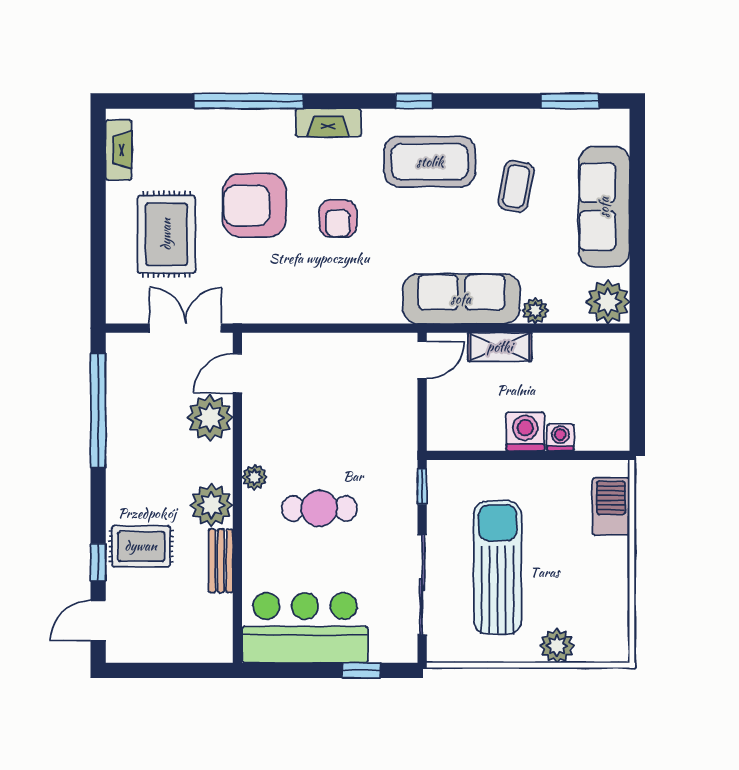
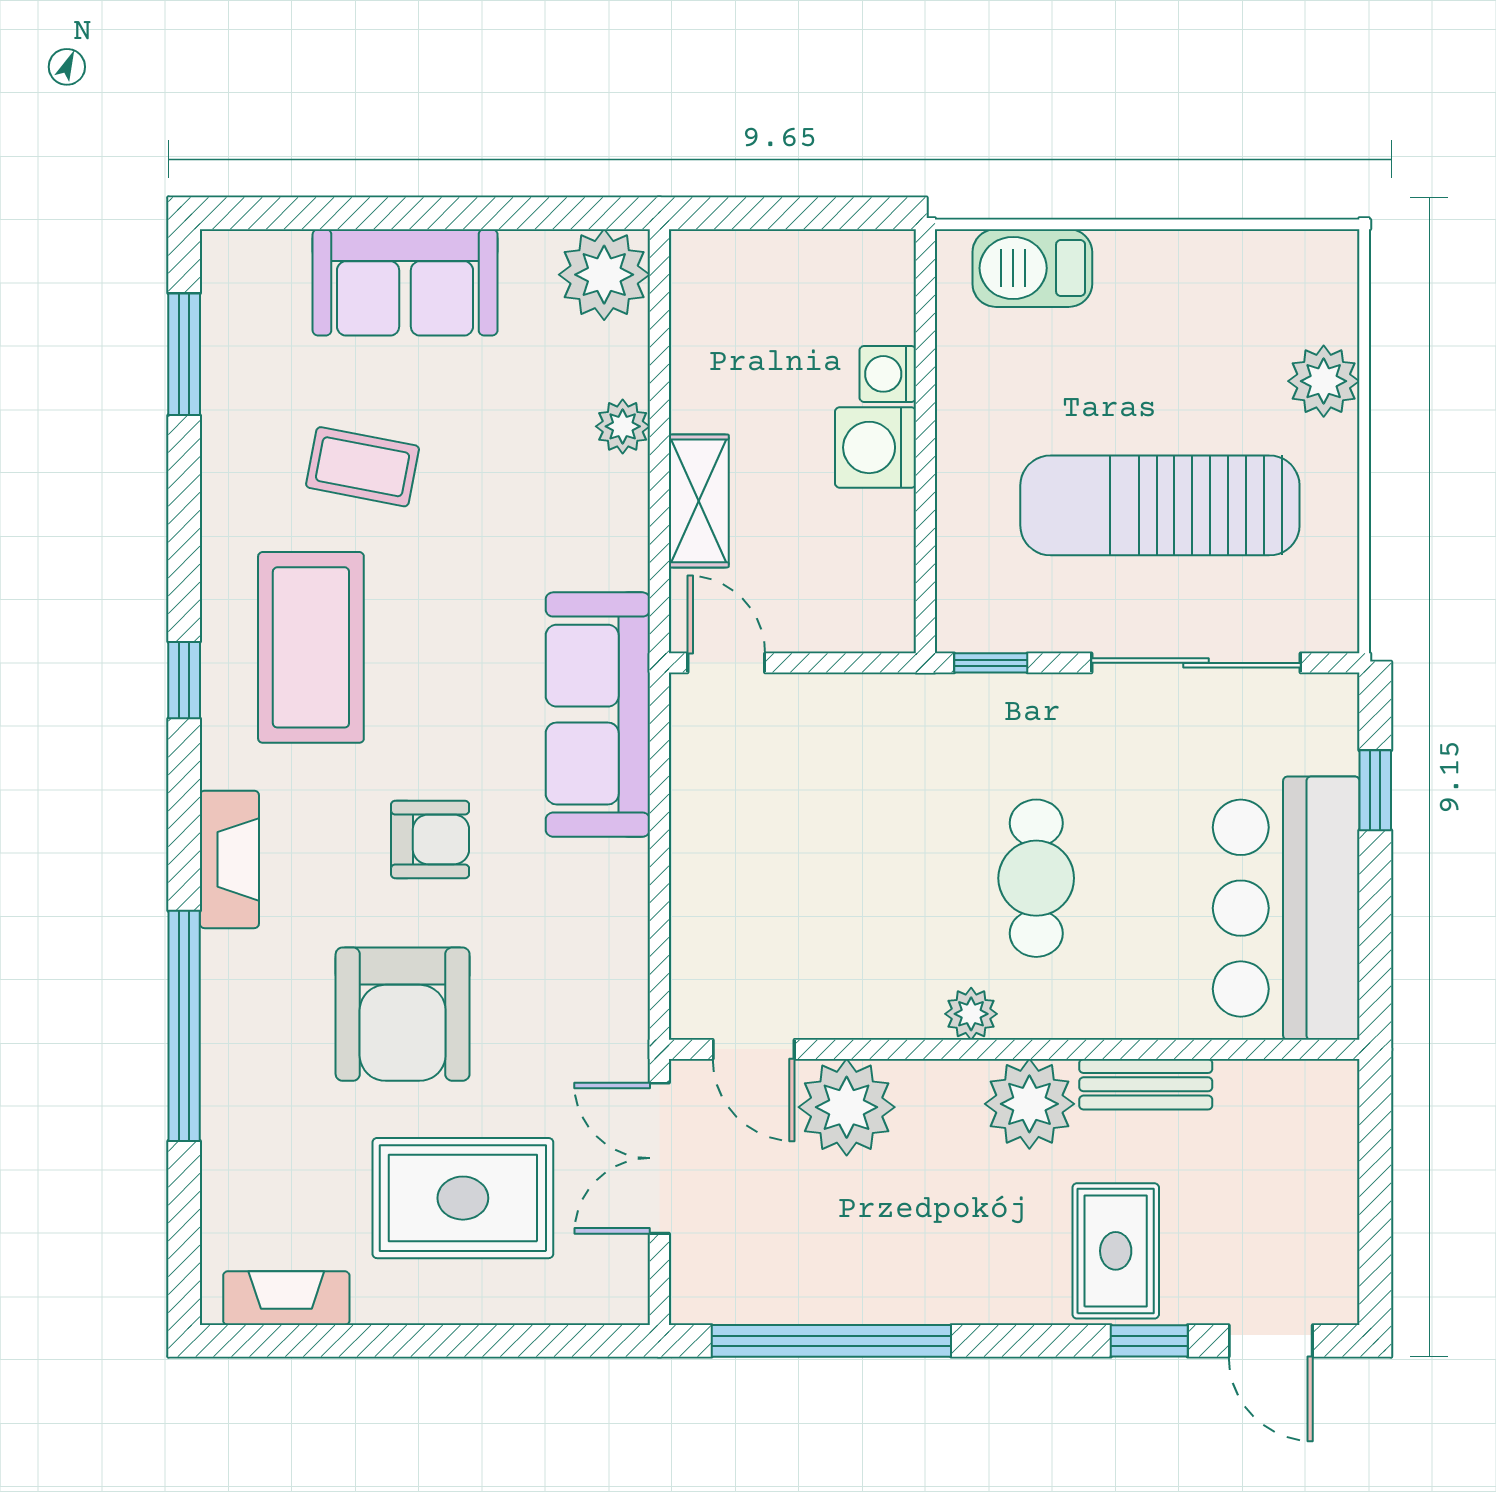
sofa: (604, 207) -> (405, 282), width x0.73
sofa: (461, 299) -> (598, 715), moved

